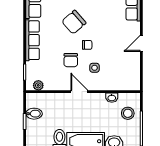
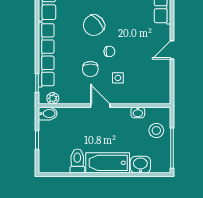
row of seats: (33, 40) -> (46, 55), width x1.36
bidet: (34, 114) -> (48, 114), moved

